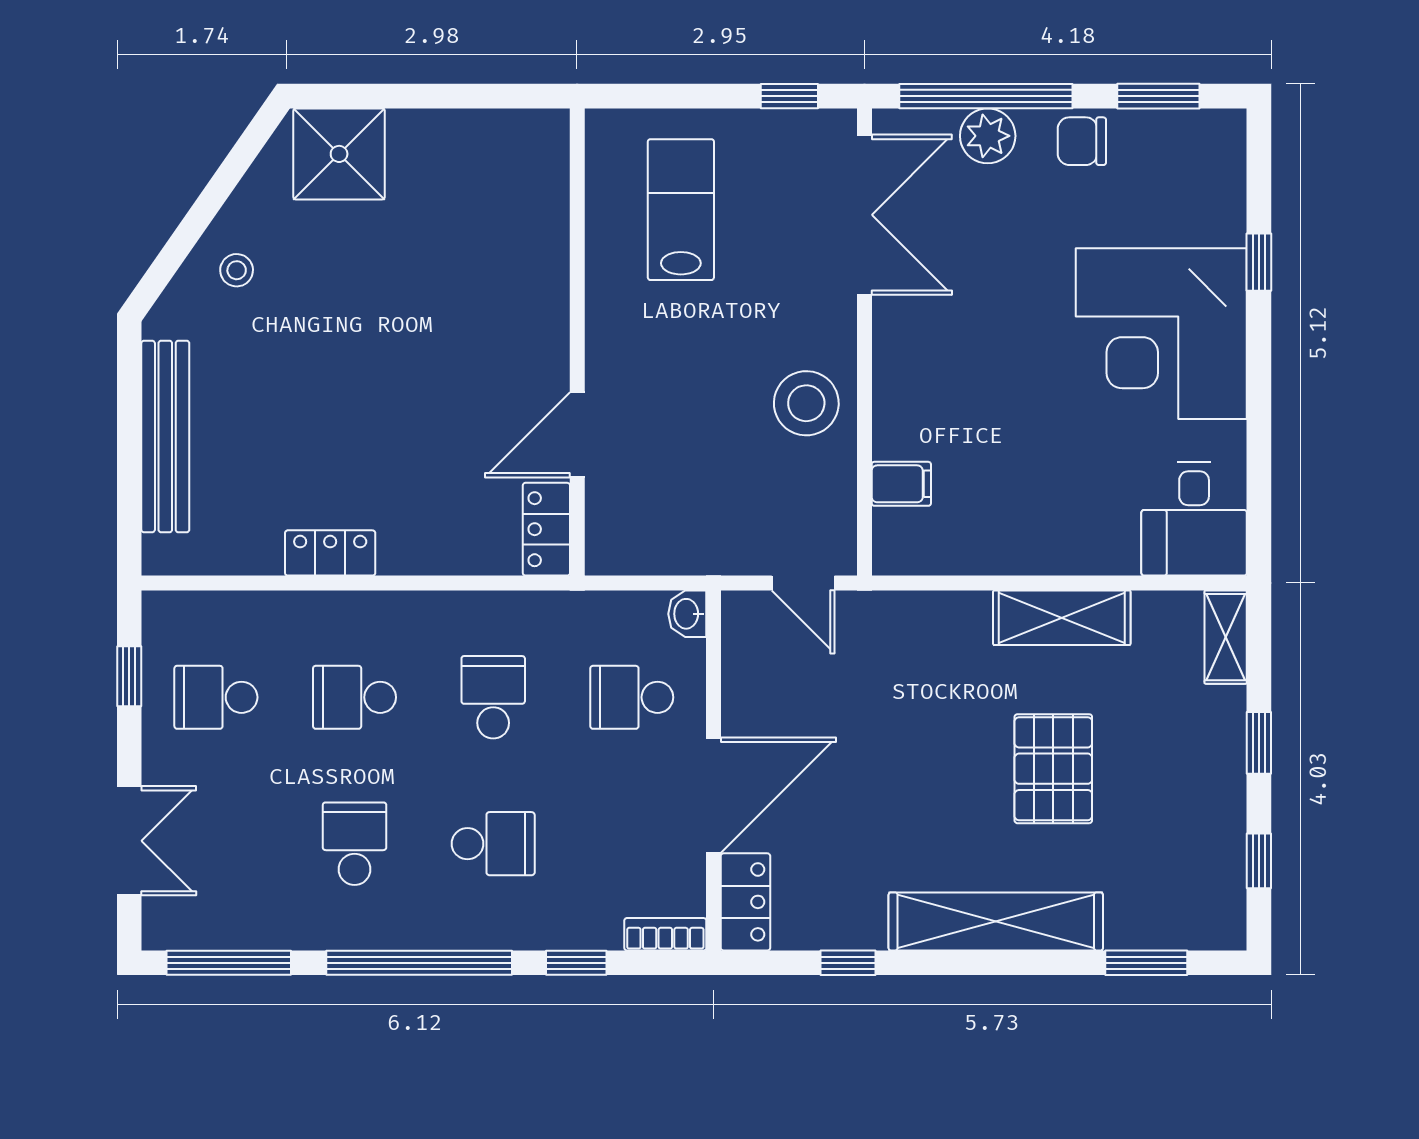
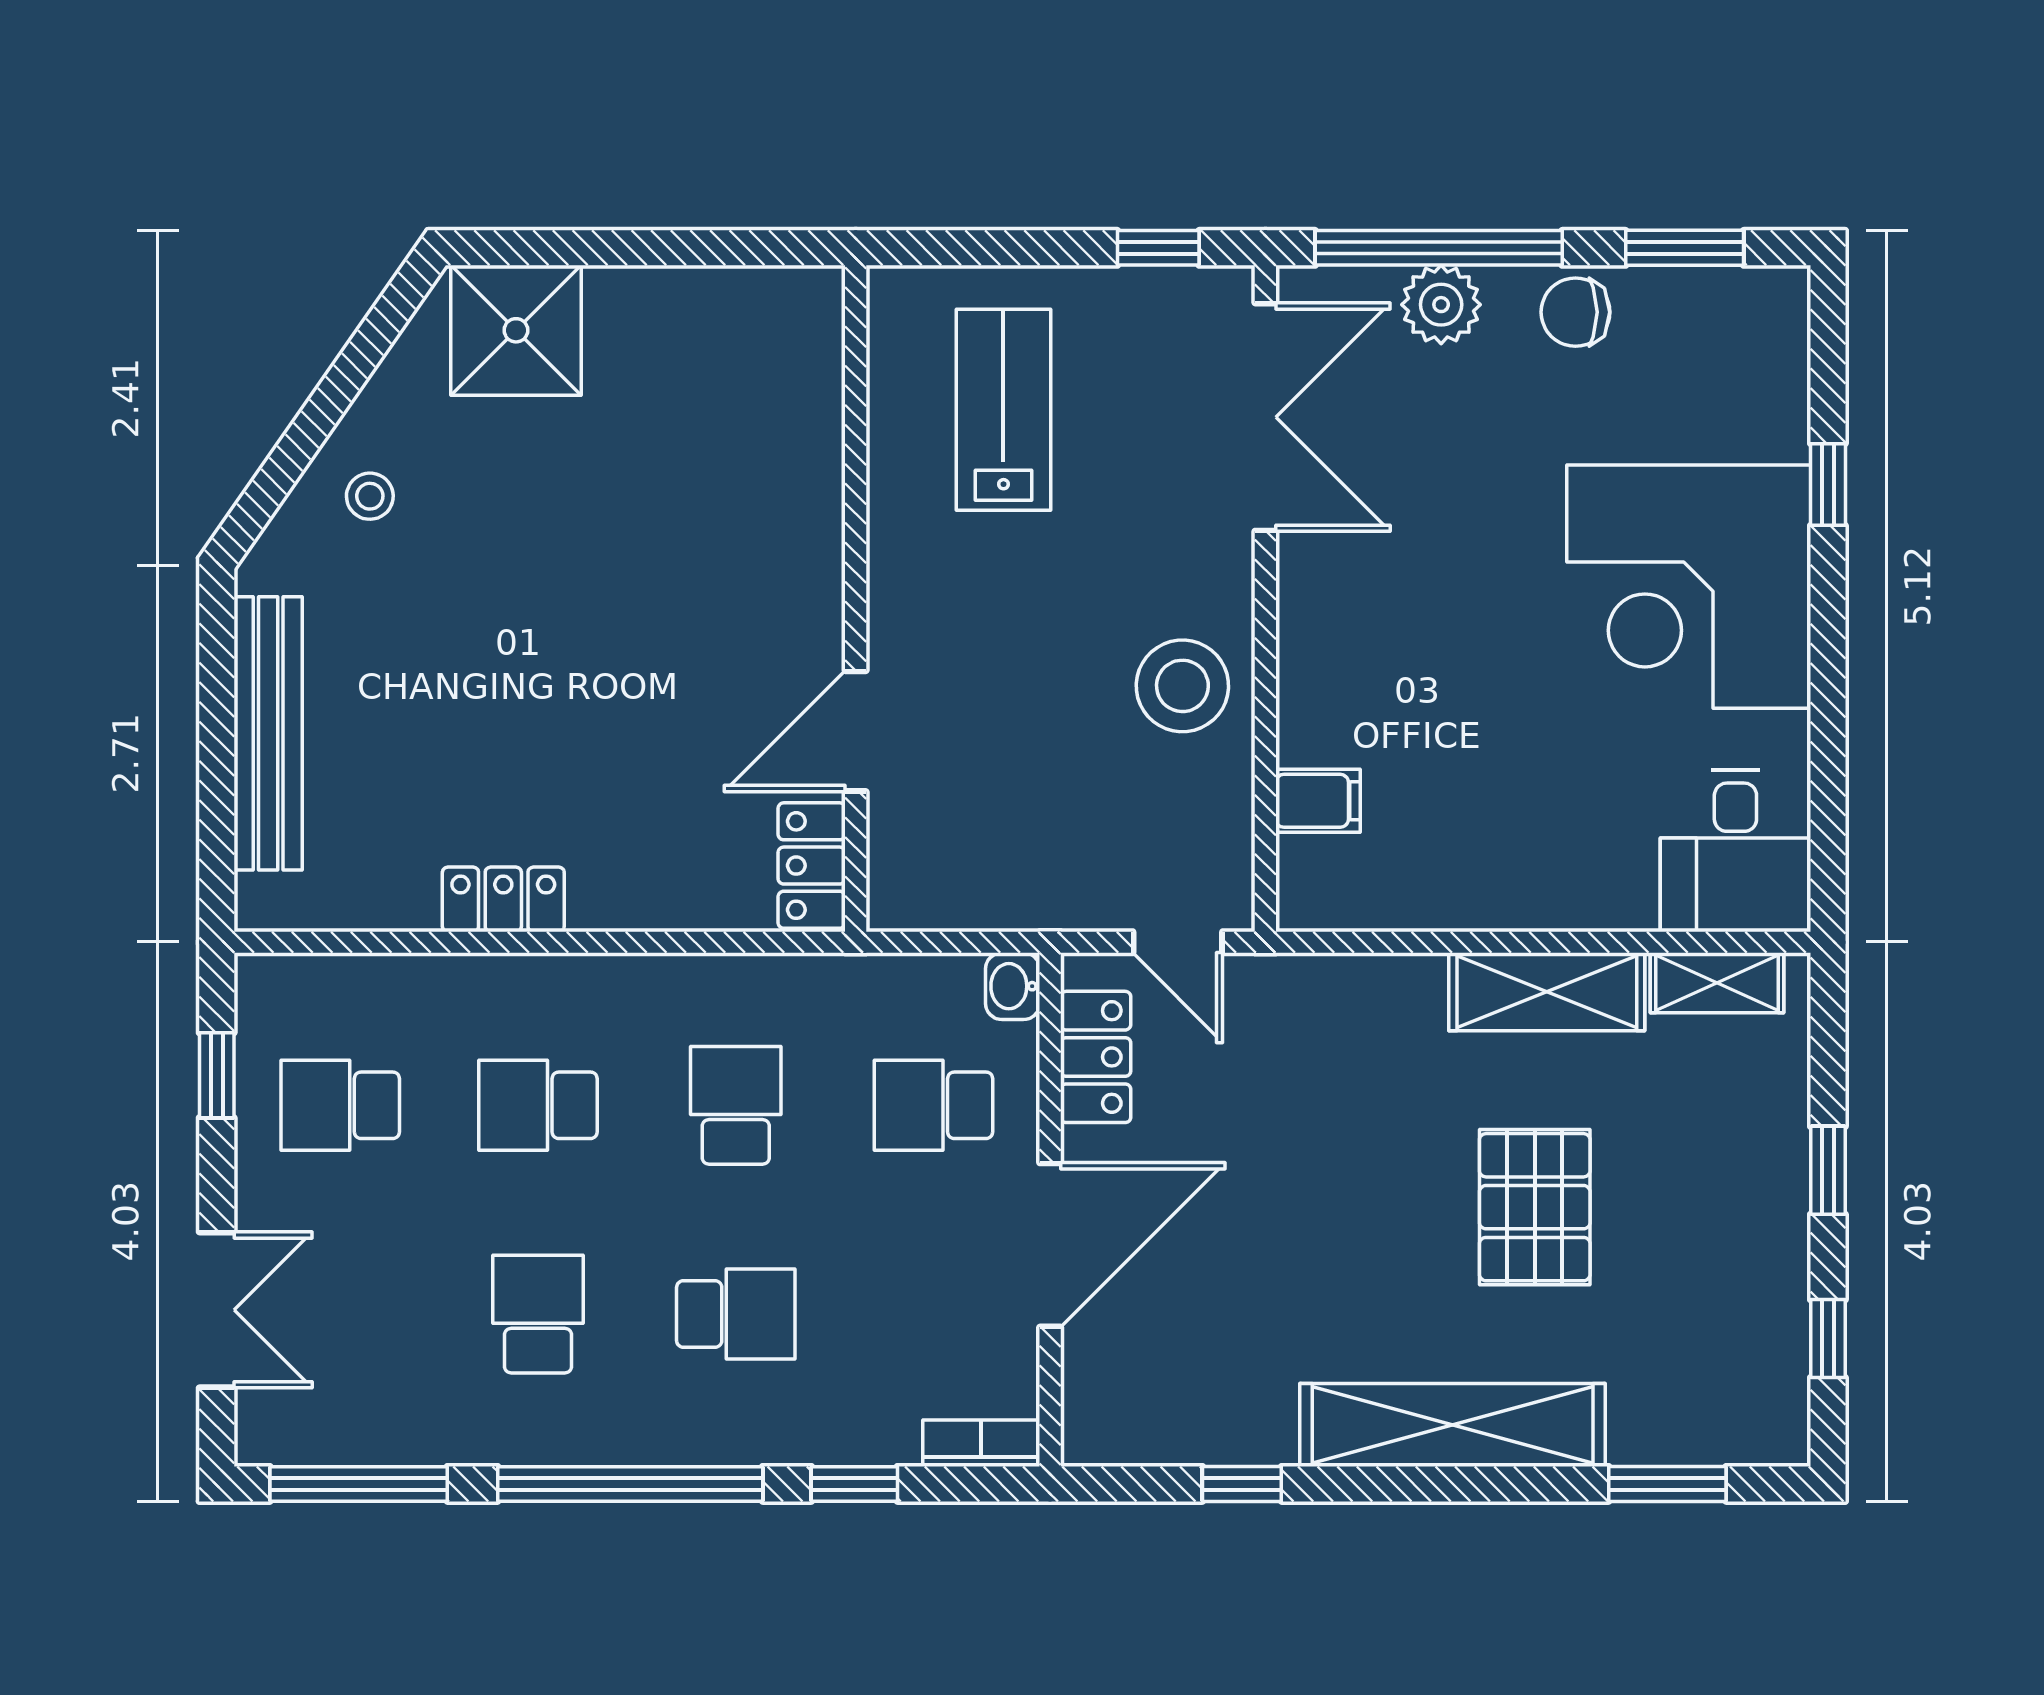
shelving: (1226, 637) -> (1717, 983), moved, turned 90
locker: (745, 902) -> (1096, 1057), moved

